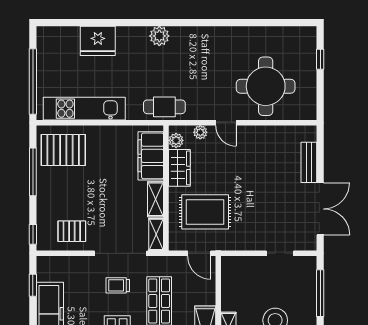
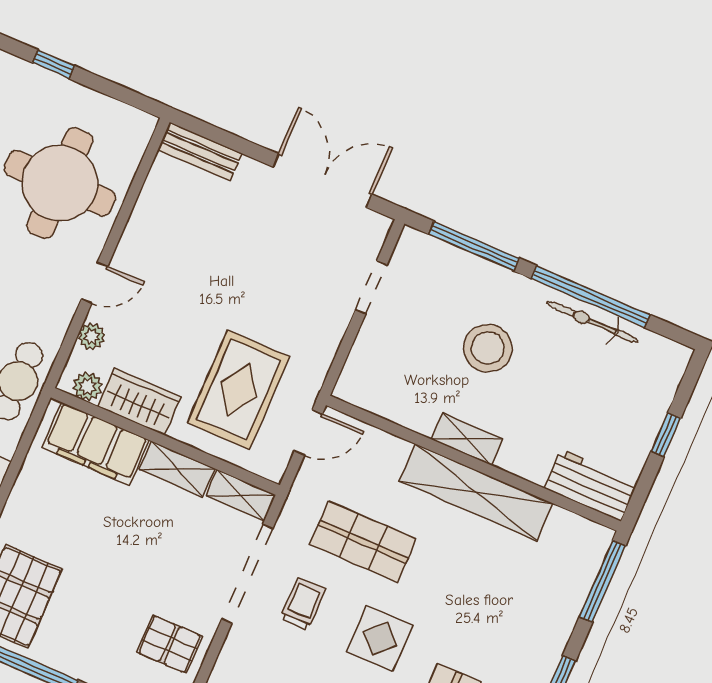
bench: (309, 162) -> (200, 151), moved
pallet: (72, 231) -> (170, 644), turned 90
trolley: (118, 285) -> (303, 604), turned 180

